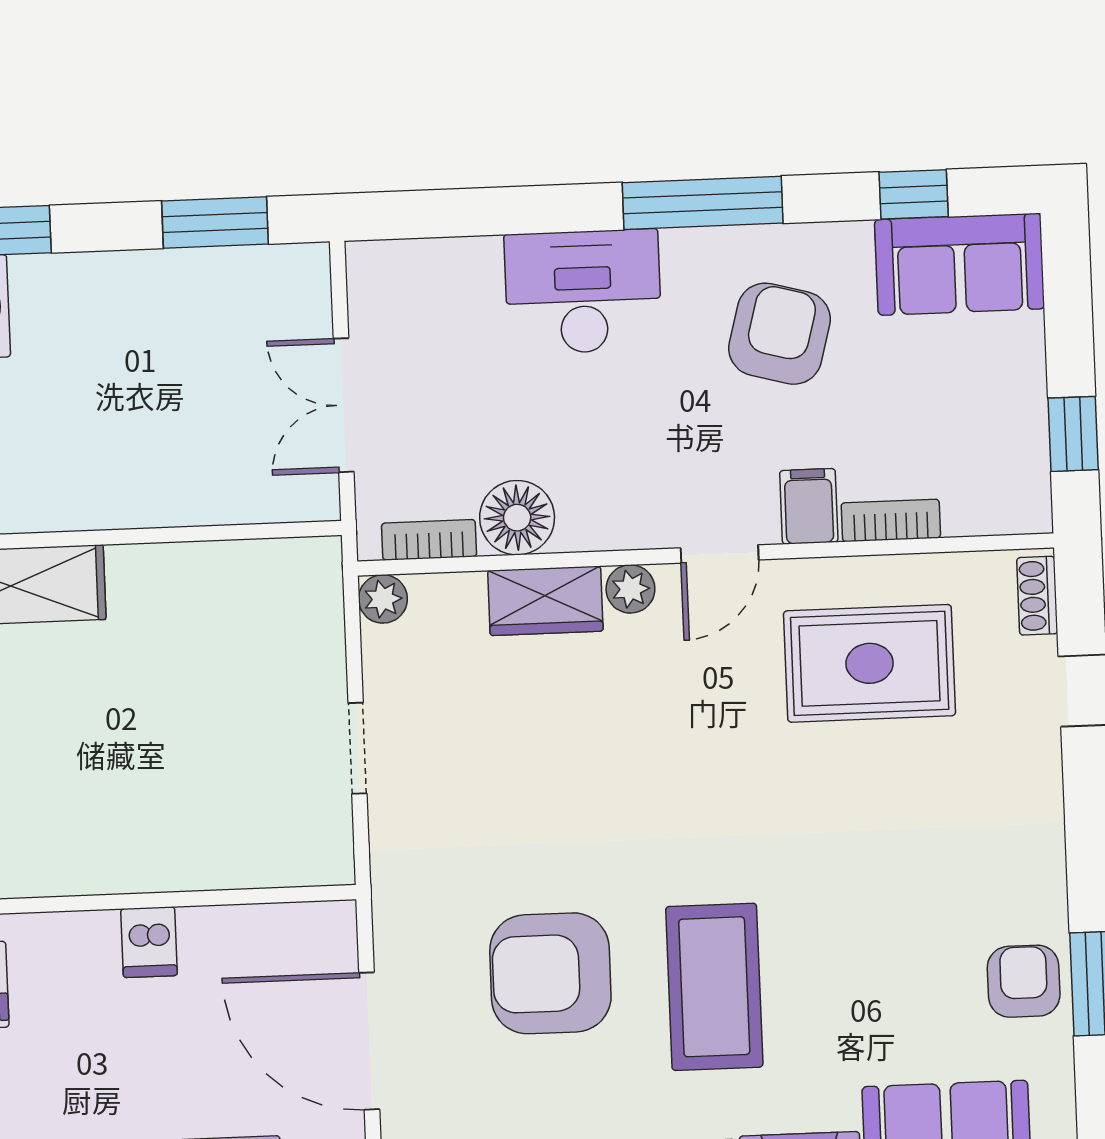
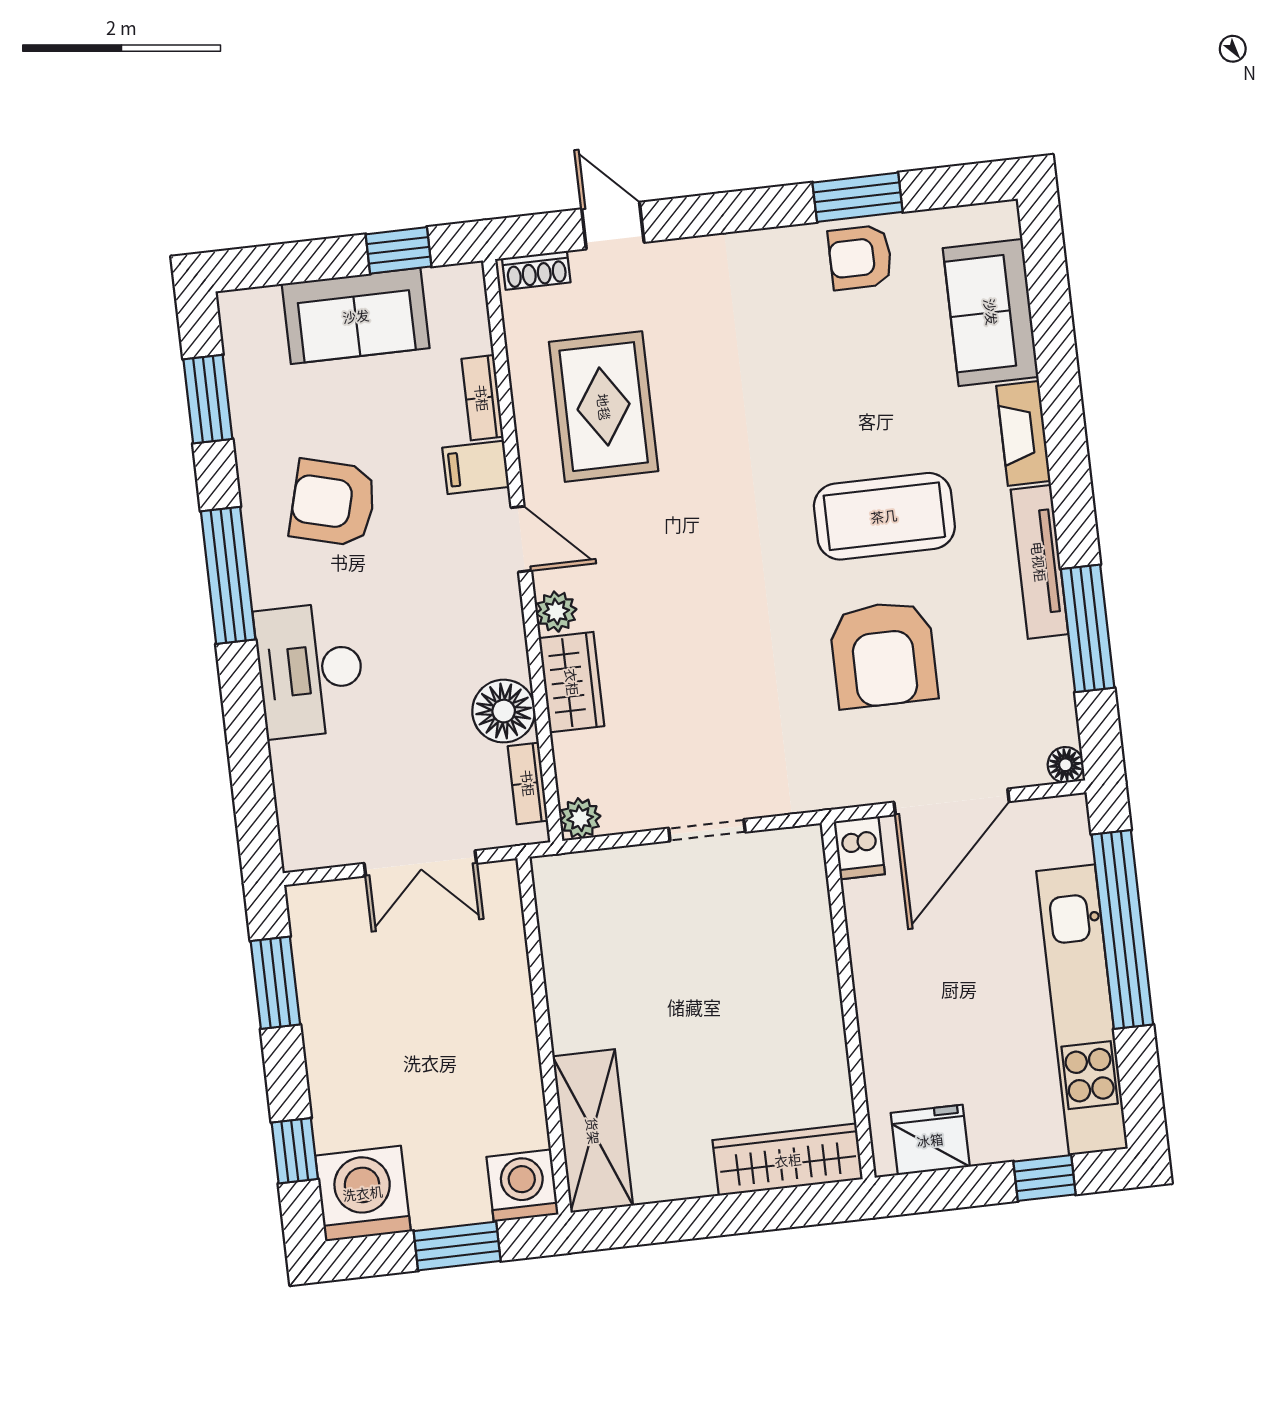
window: (914, 194) -> (208, 399), width x1.50
sofa: (960, 264) -> (356, 316), moved, turned 90
dishwasher: (149, 942) -> (859, 848), moved, turned 90

